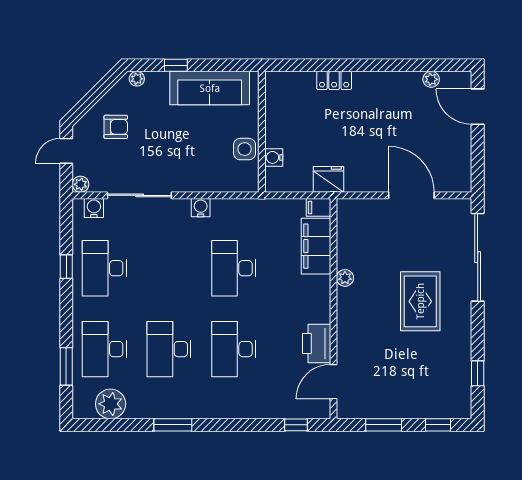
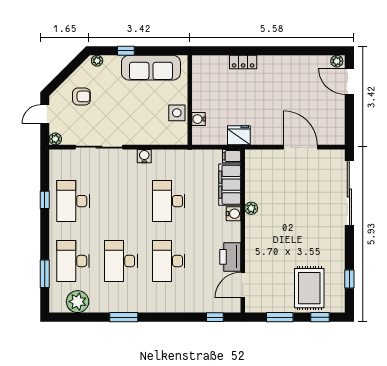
plant: (431, 79) -> (337, 61), moved
water cooler: (94, 208) -> (233, 214), moved, turned 90
rug: (420, 301) -> (309, 288), moved

